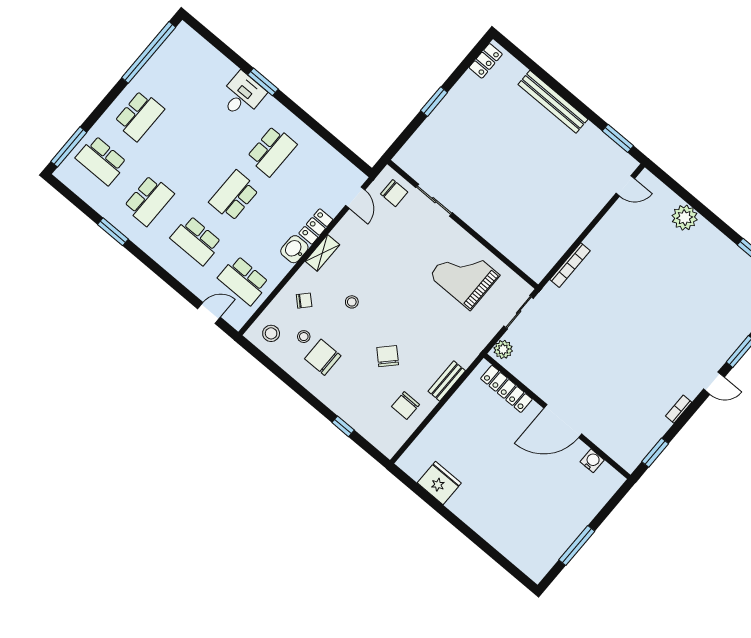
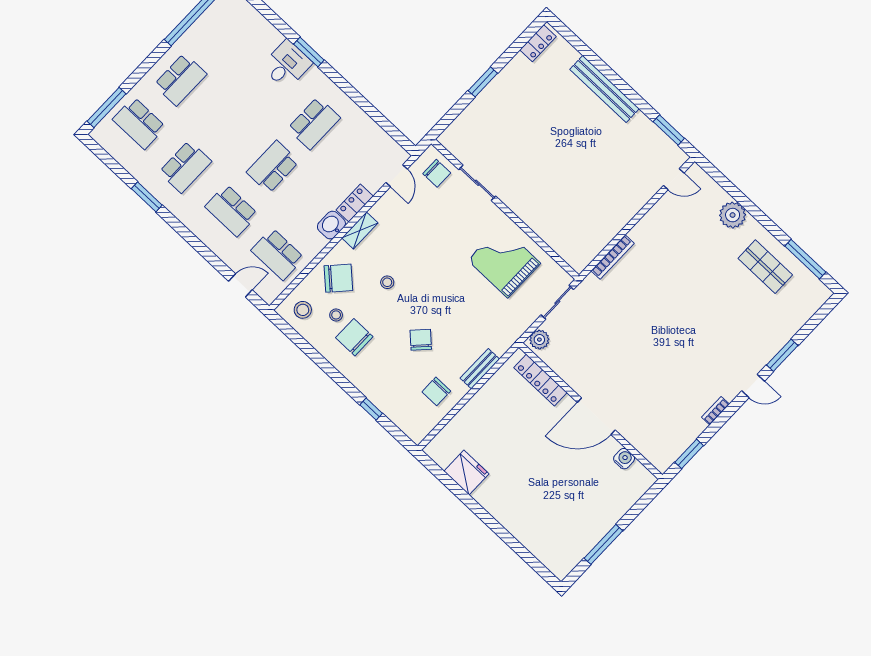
shop shelf: (719, 266) -> (765, 267), added
chair: (304, 301) -> (338, 278), width x1.87, depth x1.87

